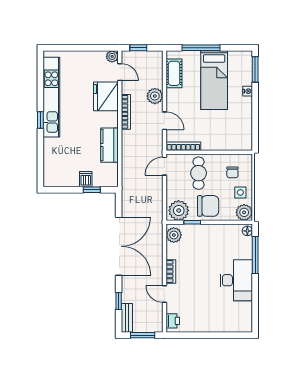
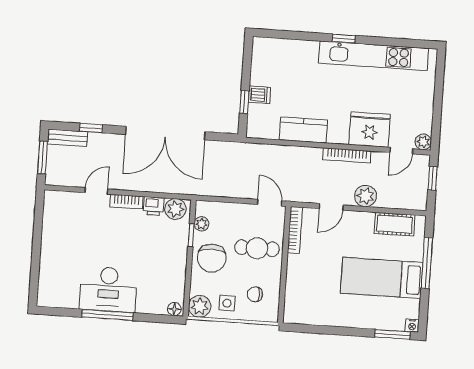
nightstand: (248, 91) -> (412, 326), moved
plant: (179, 210) -> (201, 224), width x0.53, depth x0.53
window: (255, 255) -> (107, 315), moved
printer: (173, 321) -> (154, 206), moved

